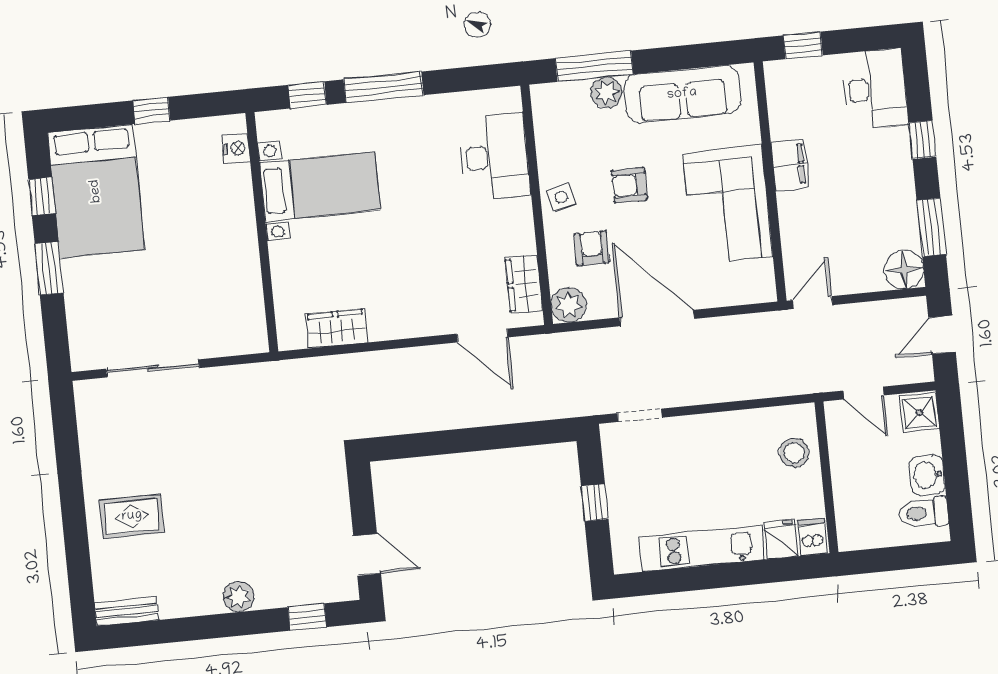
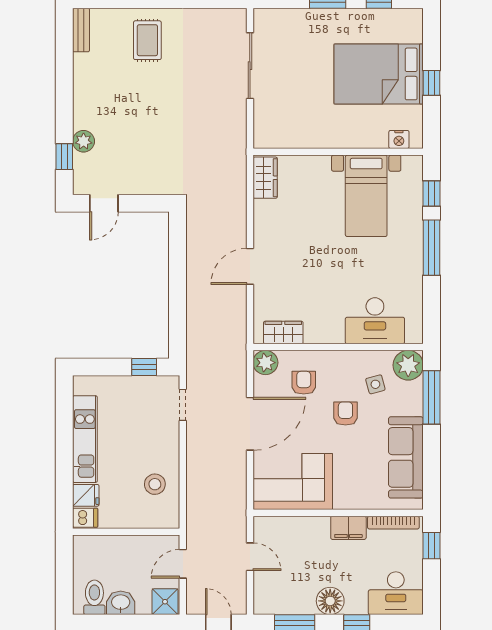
plant: (606, 93) -> (408, 365), moved, width x1.36, depth x1.36
bookcase: (776, 102) -> (393, 523), added
bed: (96, 191) -> (379, 74), moved
side table: (561, 197) -> (375, 384), moved
corner sofa: (728, 205) -> (293, 481), moved
armchair: (592, 248) -> (304, 383), turned -90
floor lamp: (904, 269) -> (330, 601), moved
door: (813, 303) -> (250, 557), moved
wardrobe: (336, 329) -> (265, 178), moved
door: (482, 336) -> (250, 266), moved
stool: (794, 453) -> (155, 484), moved
window: (595, 503) -> (144, 367), moved
plant: (239, 597) -> (84, 141), moved

